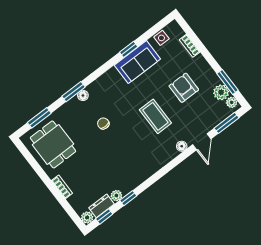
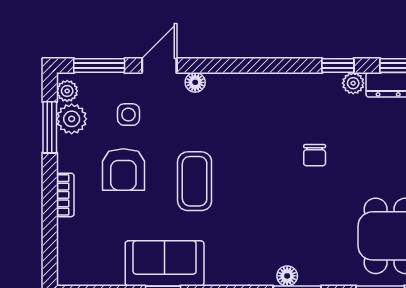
side table: (161, 38) -> (128, 115), moved
bookcase: (190, 46) -> (65, 195), moved
coffee table: (155, 116) -> (195, 181), moved
chair: (103, 123) -> (315, 155), moved

